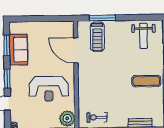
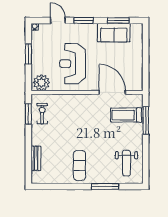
weight bench: (143, 36) -> (126, 163), turned -90
door: (76, 50) -> (112, 92), hinge flipped

